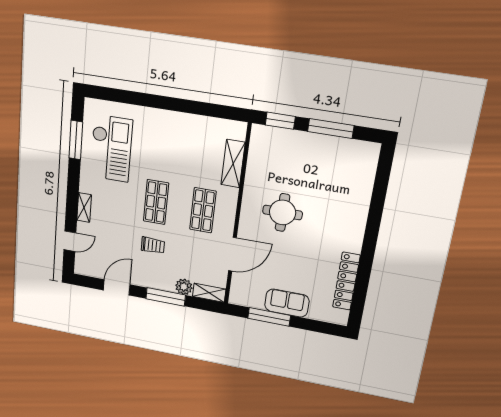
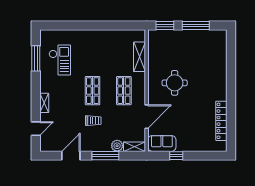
checkout: (111, 148) -> (60, 60), width x0.73, depth x0.83
sofa: (287, 303) -> (162, 143), moved
window: (269, 317) -> (176, 156), width x0.46

